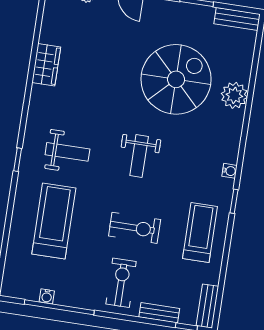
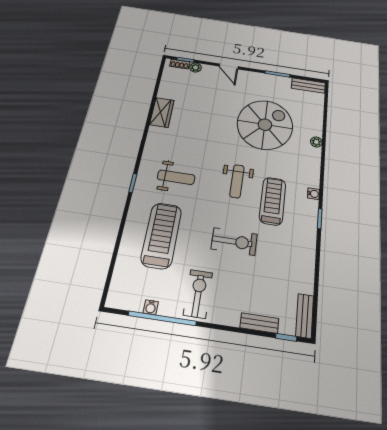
plant: (234, 95) -> (316, 142), width x0.53, depth x0.53
treadmill: (200, 233) -> (273, 201), moved
exercise bike: (121, 283) -> (198, 294), moved

